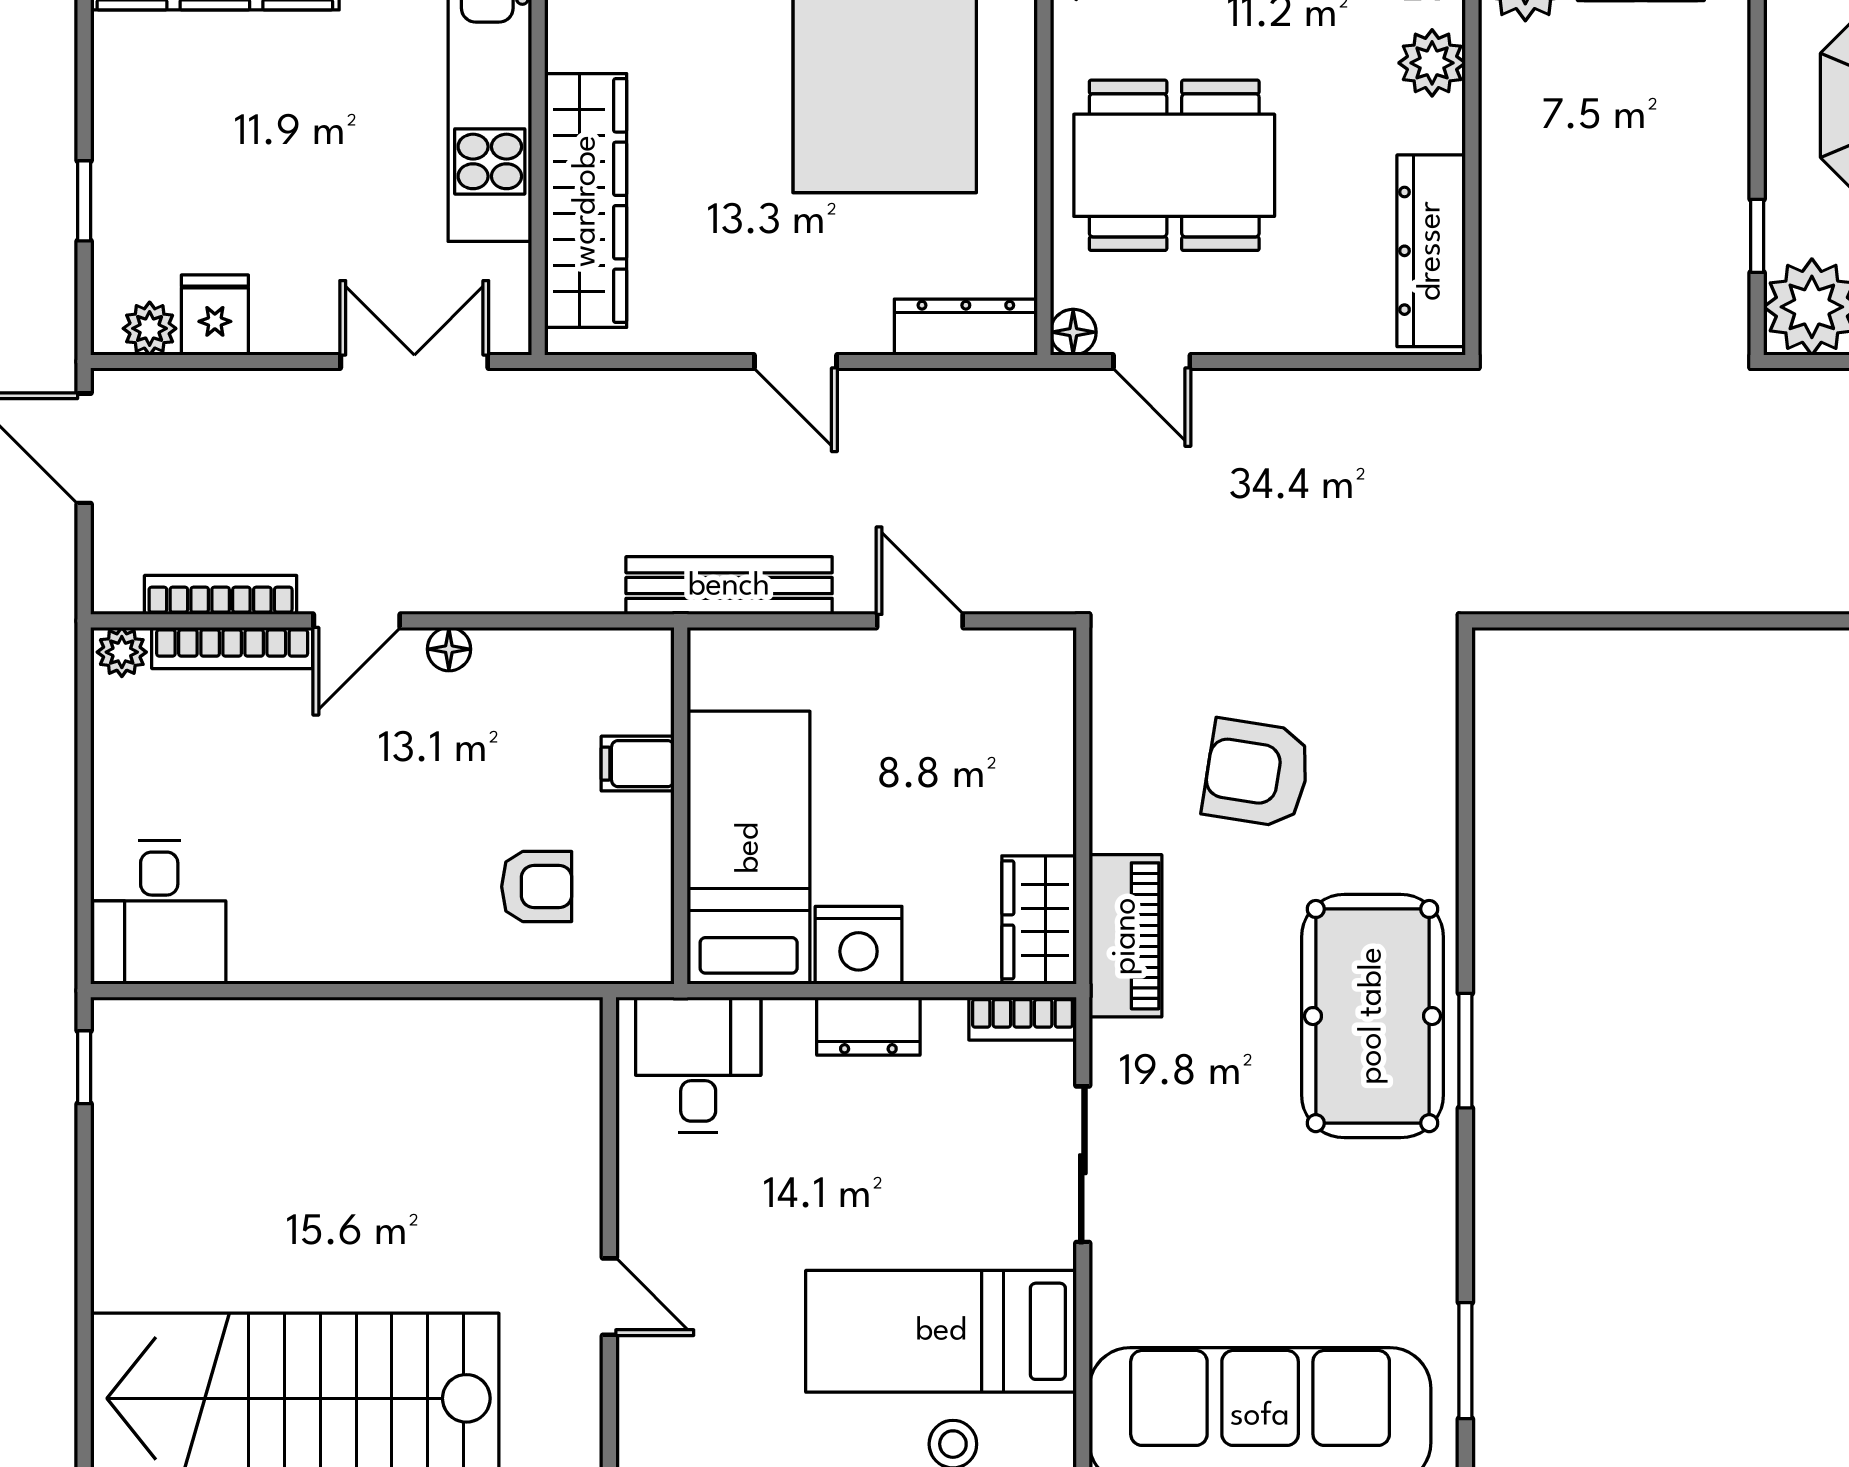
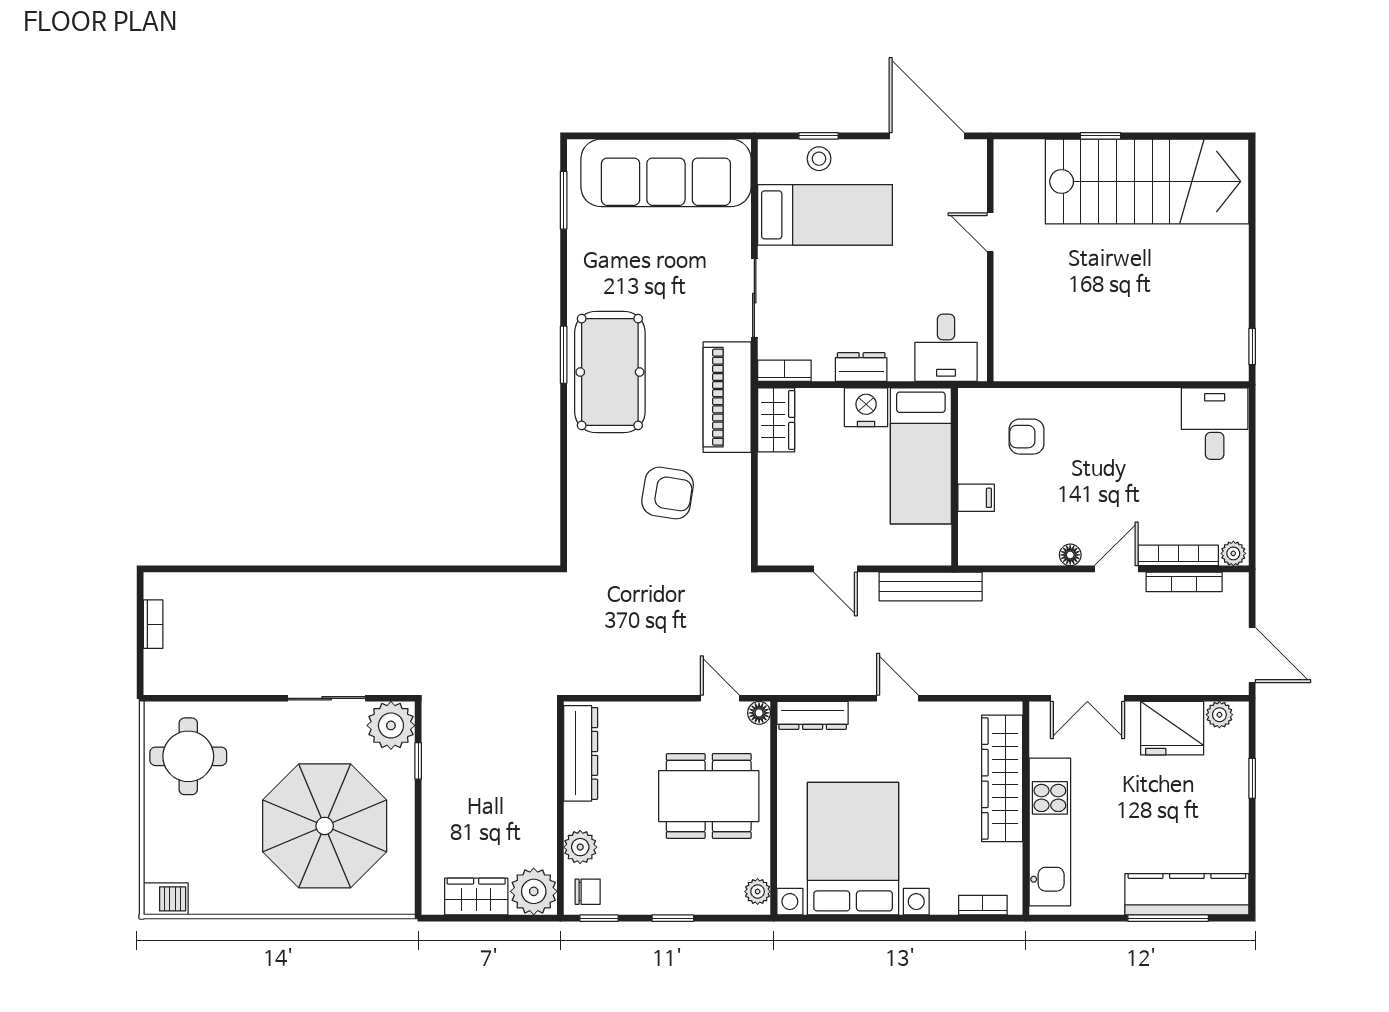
fridge: (215, 315) -> (1172, 728), width x1.88, depth x1.34
piano: (1126, 936) -> (727, 397), width x1.37, depth x1.33

